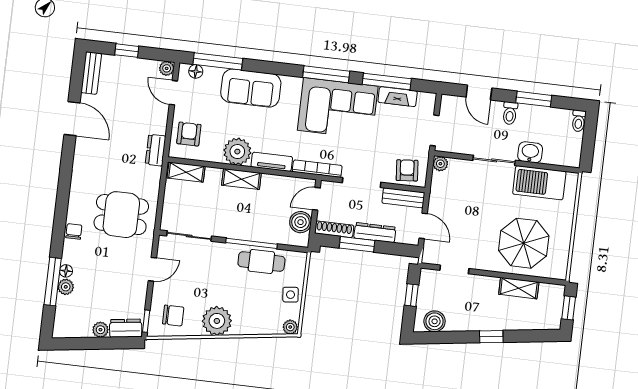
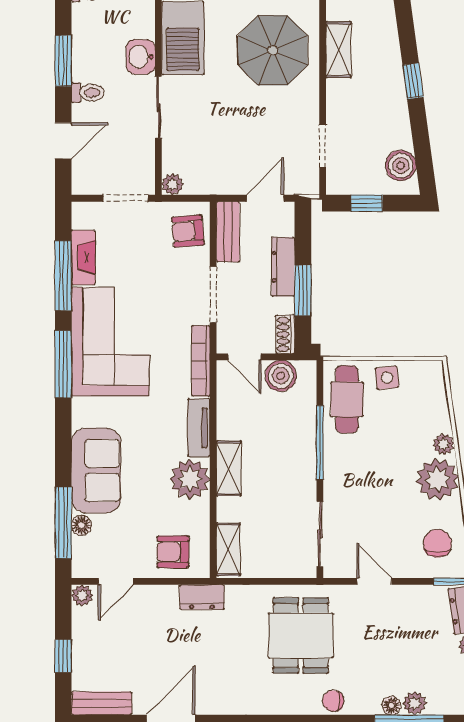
floor lamp: (196, 71) -> (82, 525), moved
shoe rack: (334, 229) -> (285, 334), width x0.70
cafe table: (261, 261) -> (347, 399), moved
plant: (290, 327) -> (444, 444), moved

